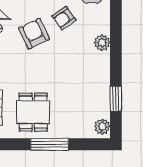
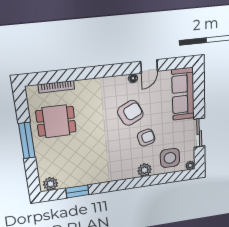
armchair: (64, 18) -> (146, 138), turned 111
plant: (102, 43) -> (145, 170), moved

